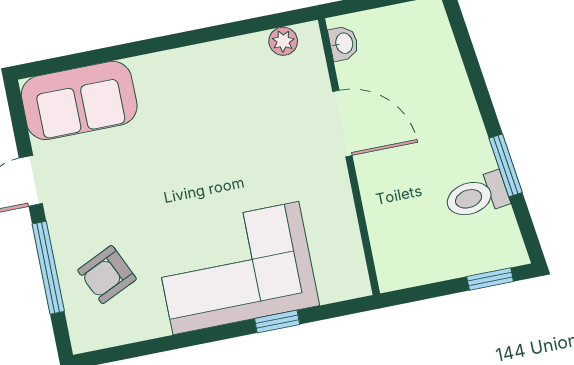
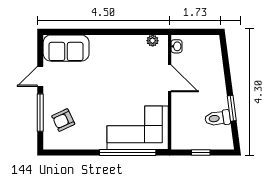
corner sofa: (236, 268) -> (138, 128), moved
window: (490, 279) -> (201, 152), moved
window: (277, 322) -> (128, 152), width x3.17

